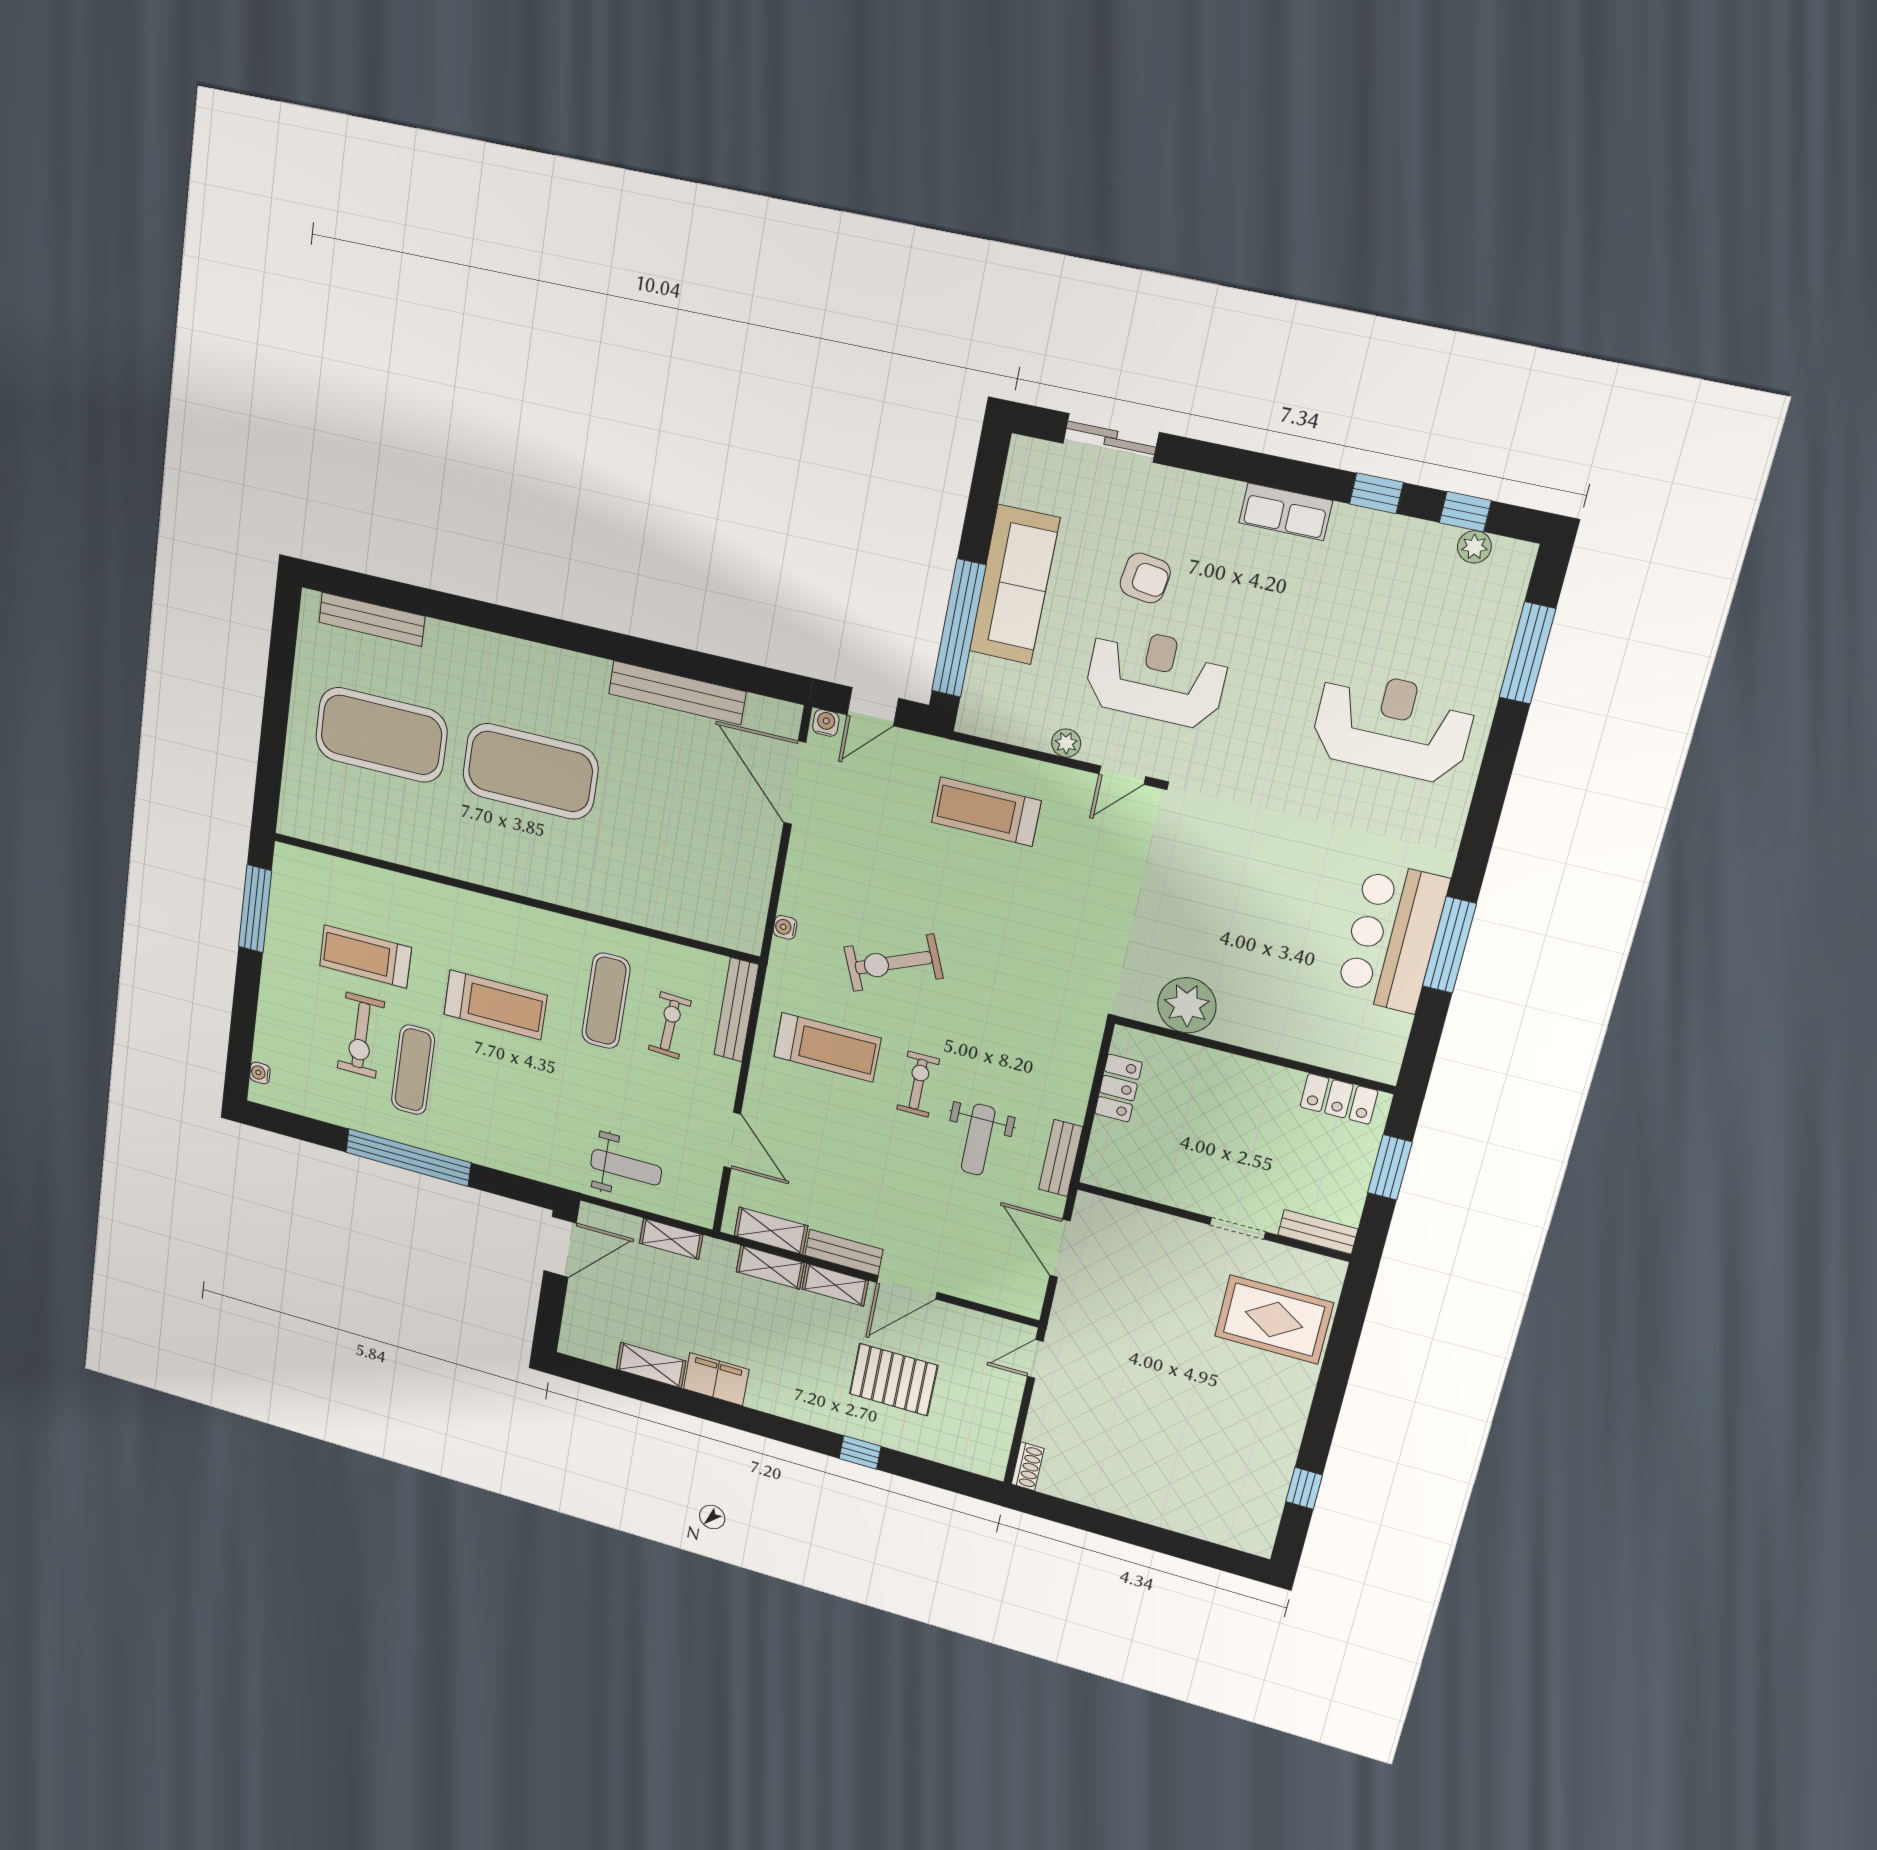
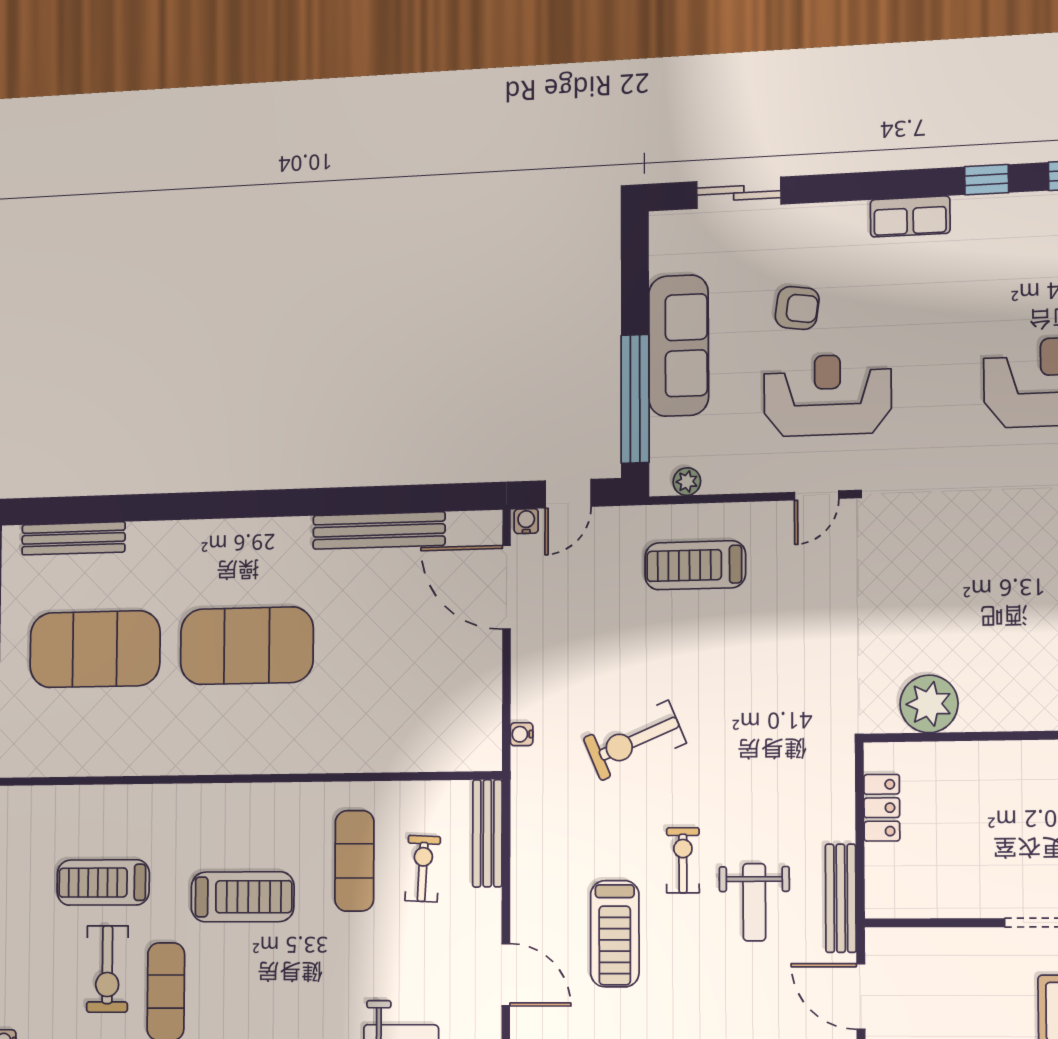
plant: (1066, 743) -> (687, 482), moved
treadmill: (827, 1047) -> (615, 934), moved, turned 90
bench: (1061, 1158) -> (841, 898), width x1.36

